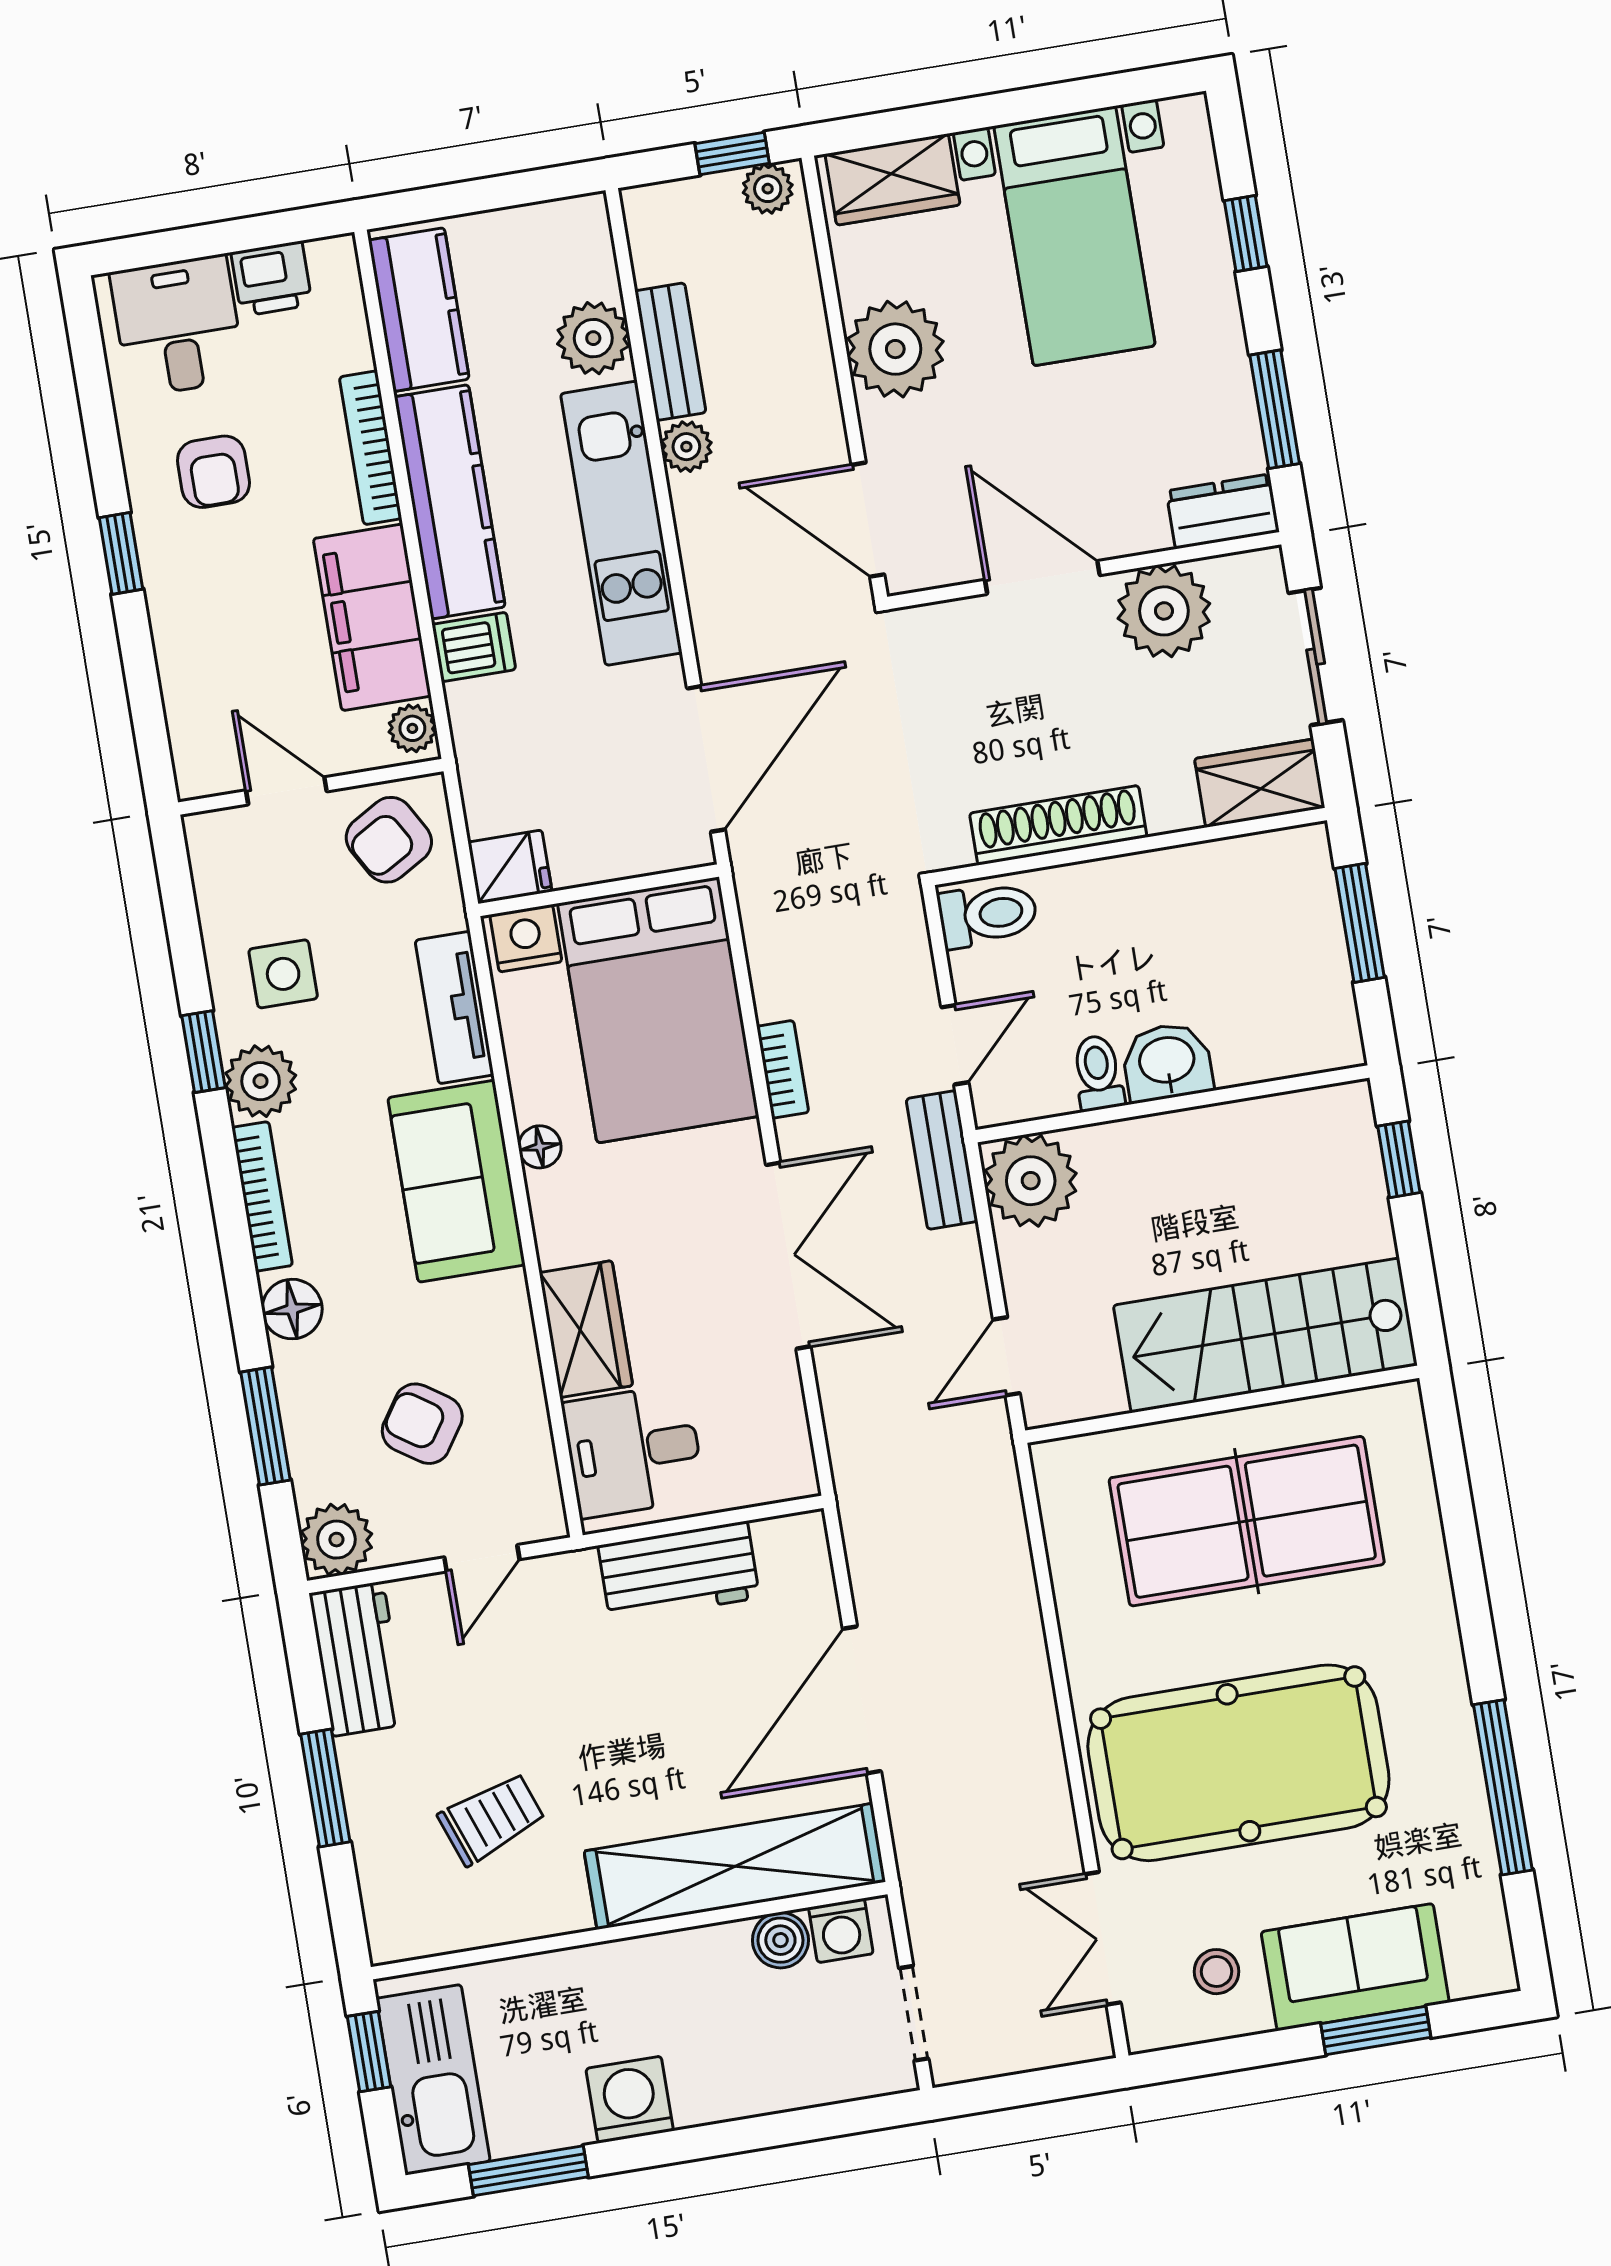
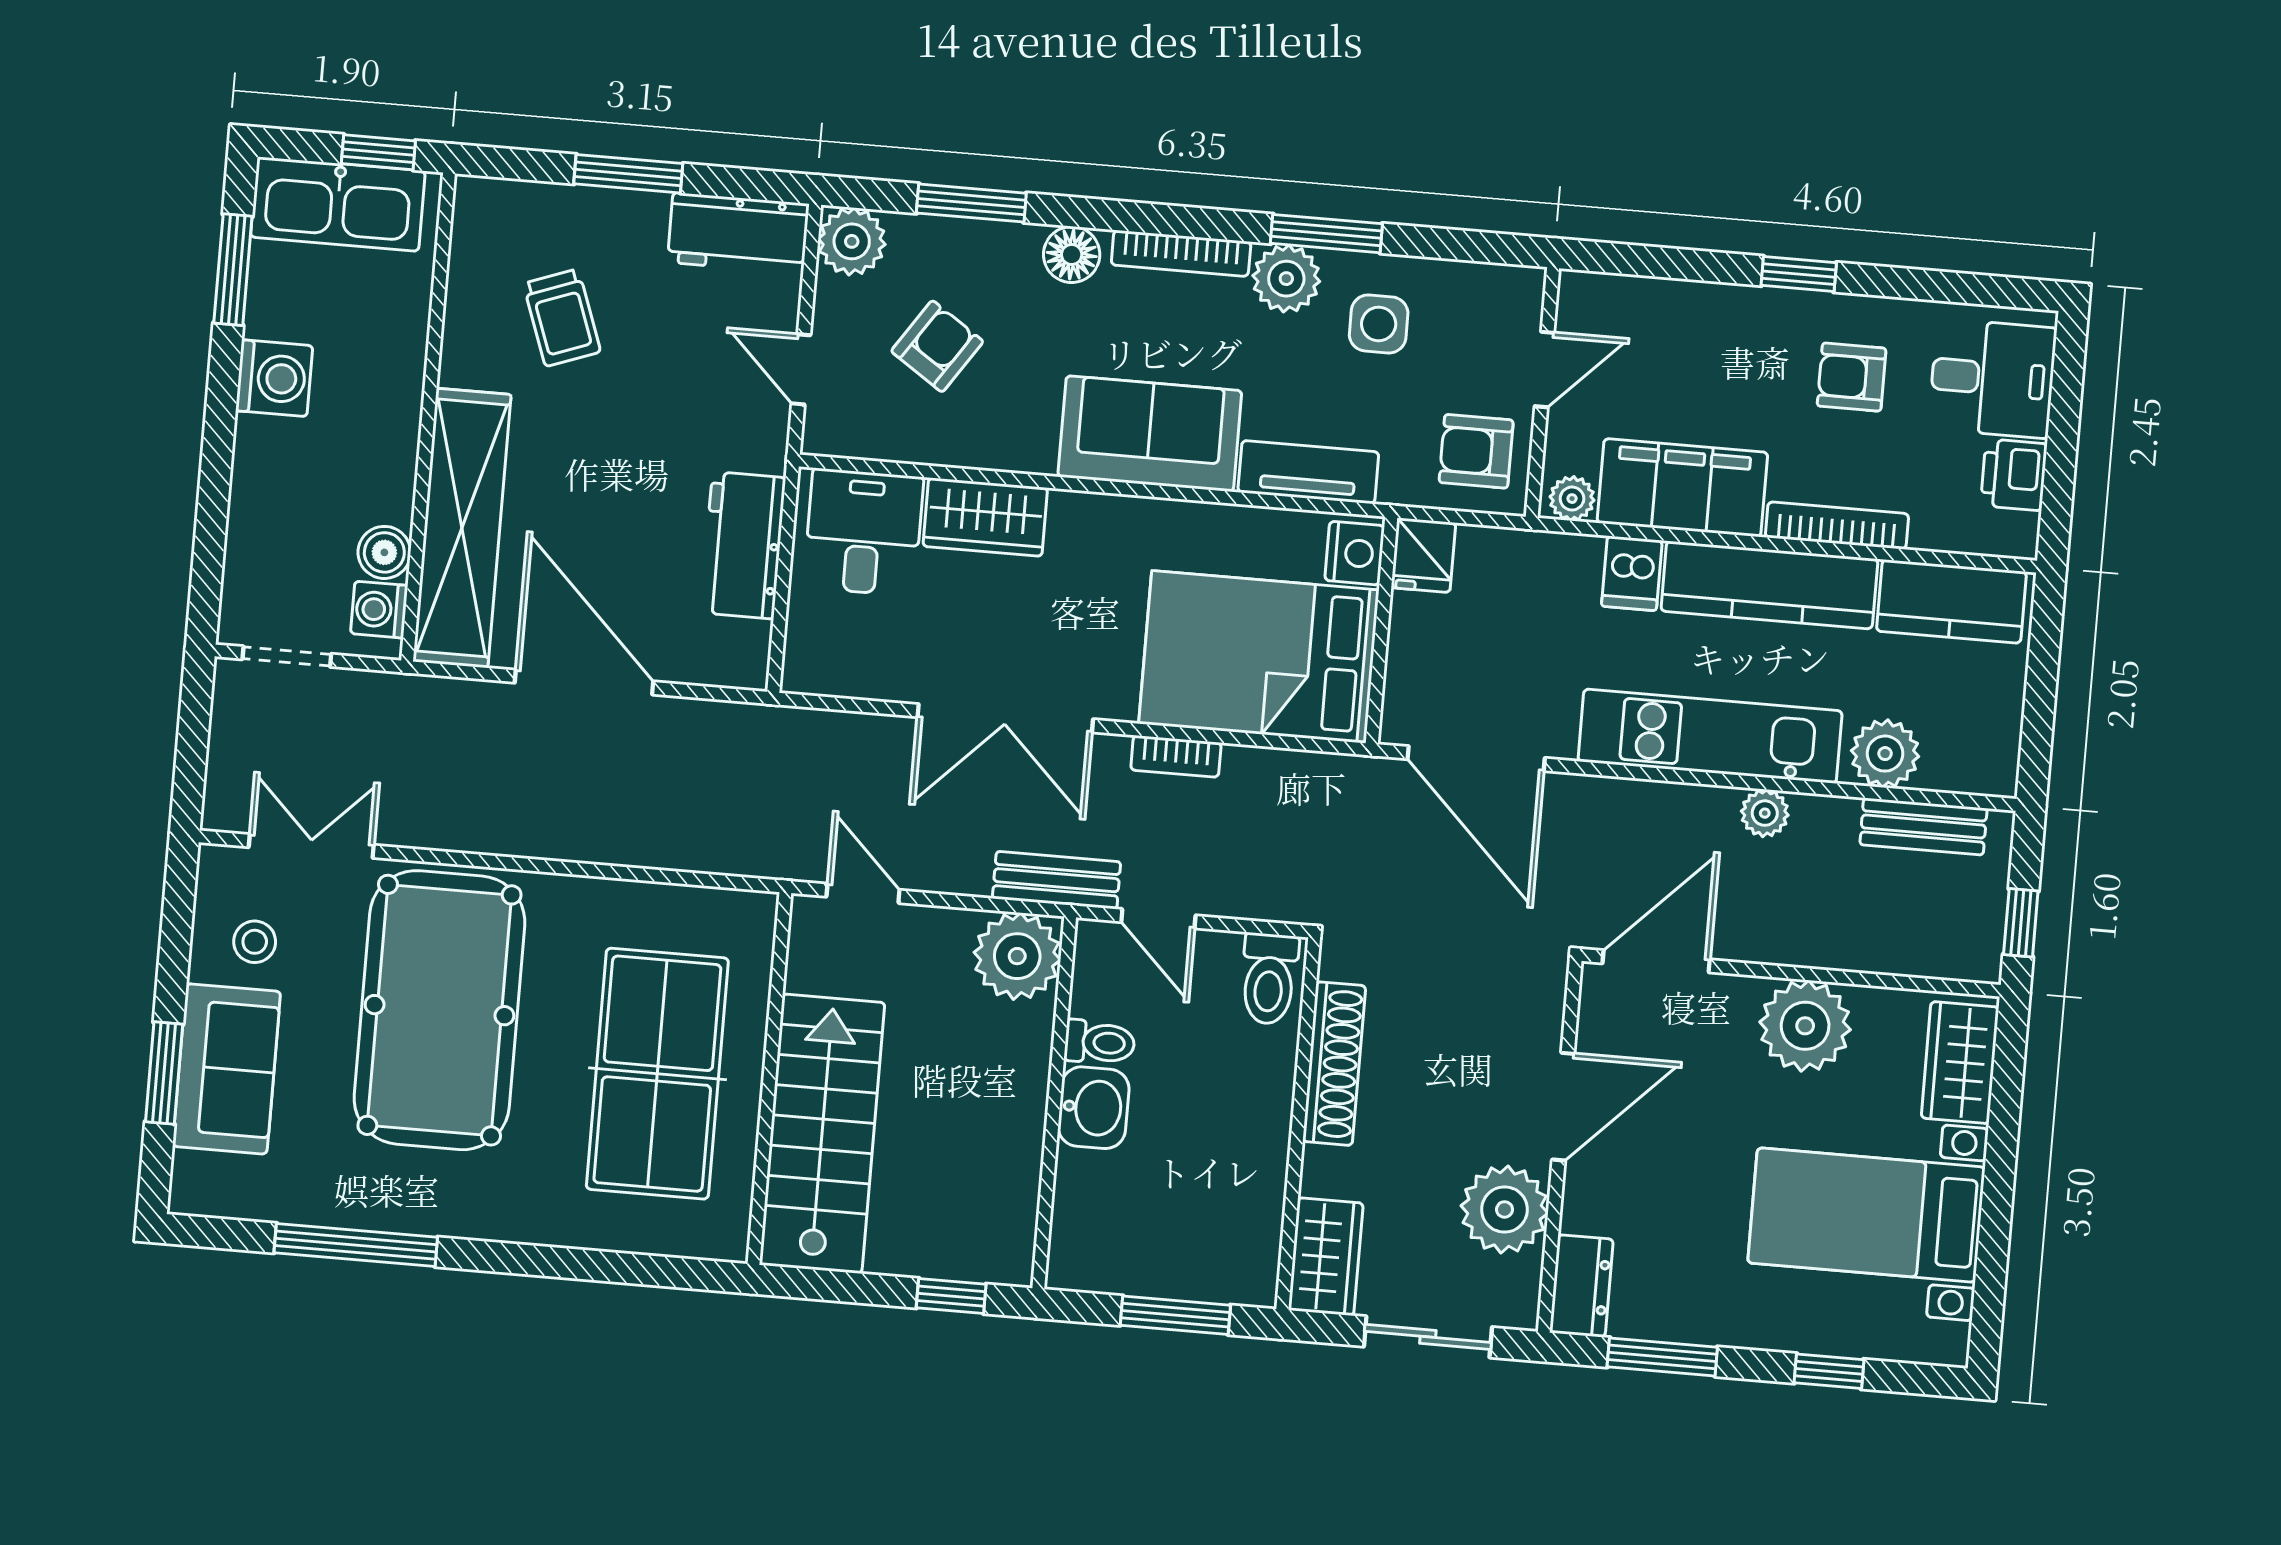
plant: (768, 189) -> (1981, 947), removed
bench: (670, 352) -> (1923, 826), moved
armchair: (389, 840) -> (1476, 451), turned -60
window: (203, 1052) -> (1326, 234), width x1.50
floor lamp: (540, 1147) -> (1162, 517), removed

